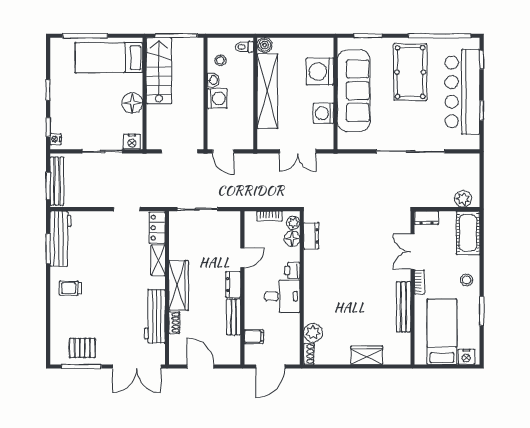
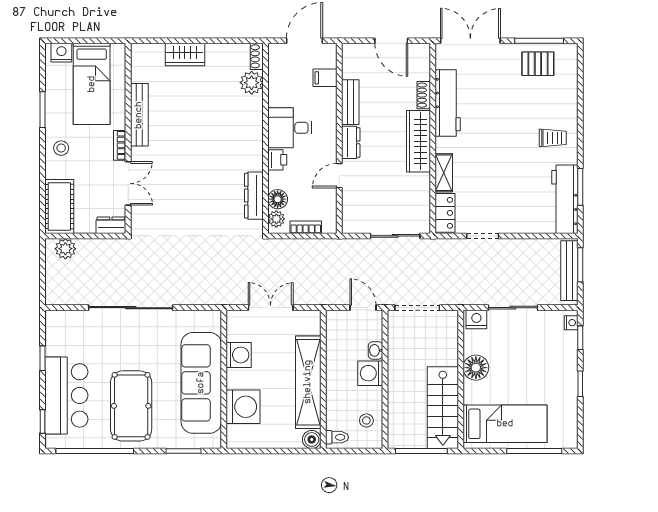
washbasin: (213, 80) -> (375, 350), moved
bar counter: (462, 92) -> (66, 395), width x0.73
dresser: (311, 236) -> (254, 196), width x1.44

